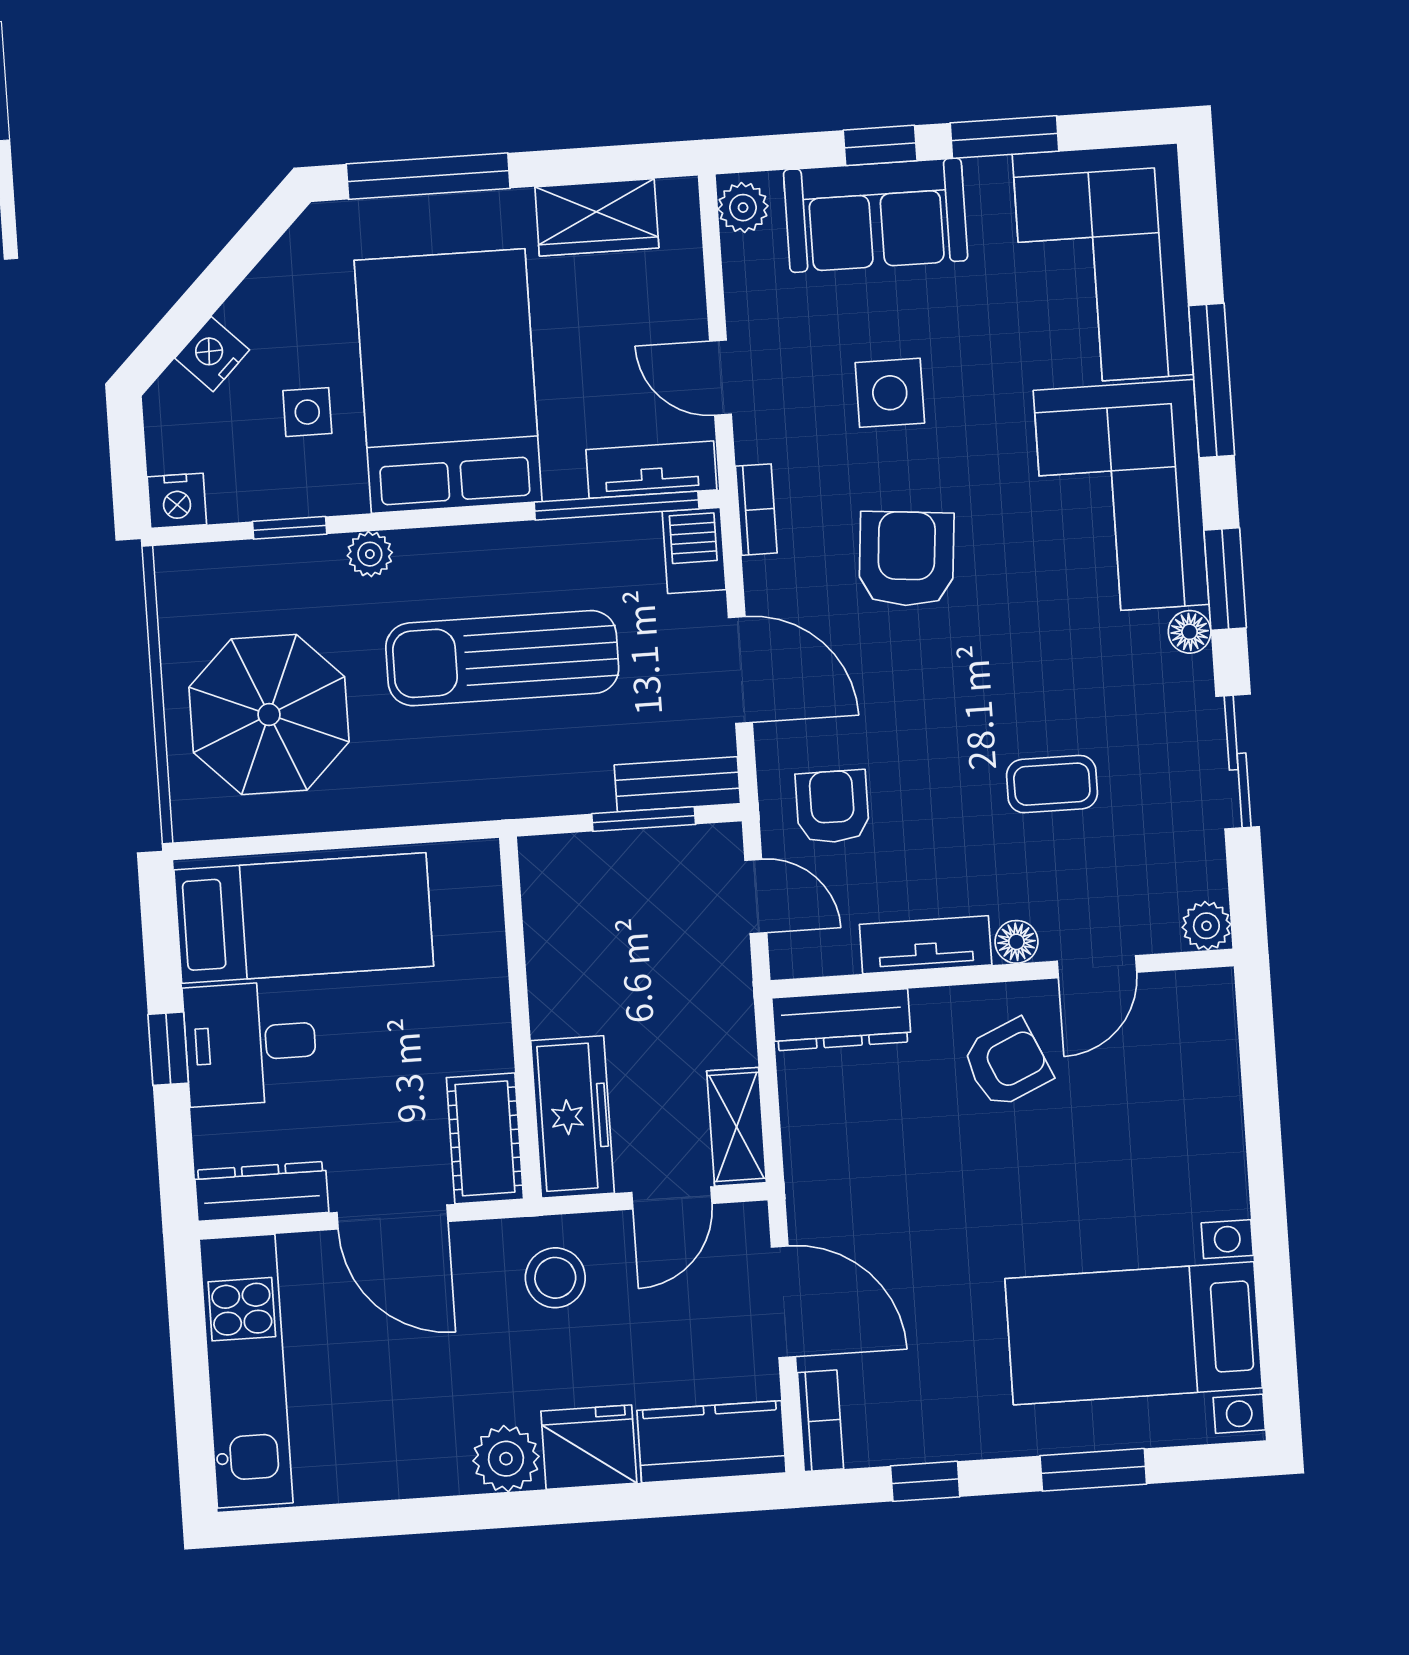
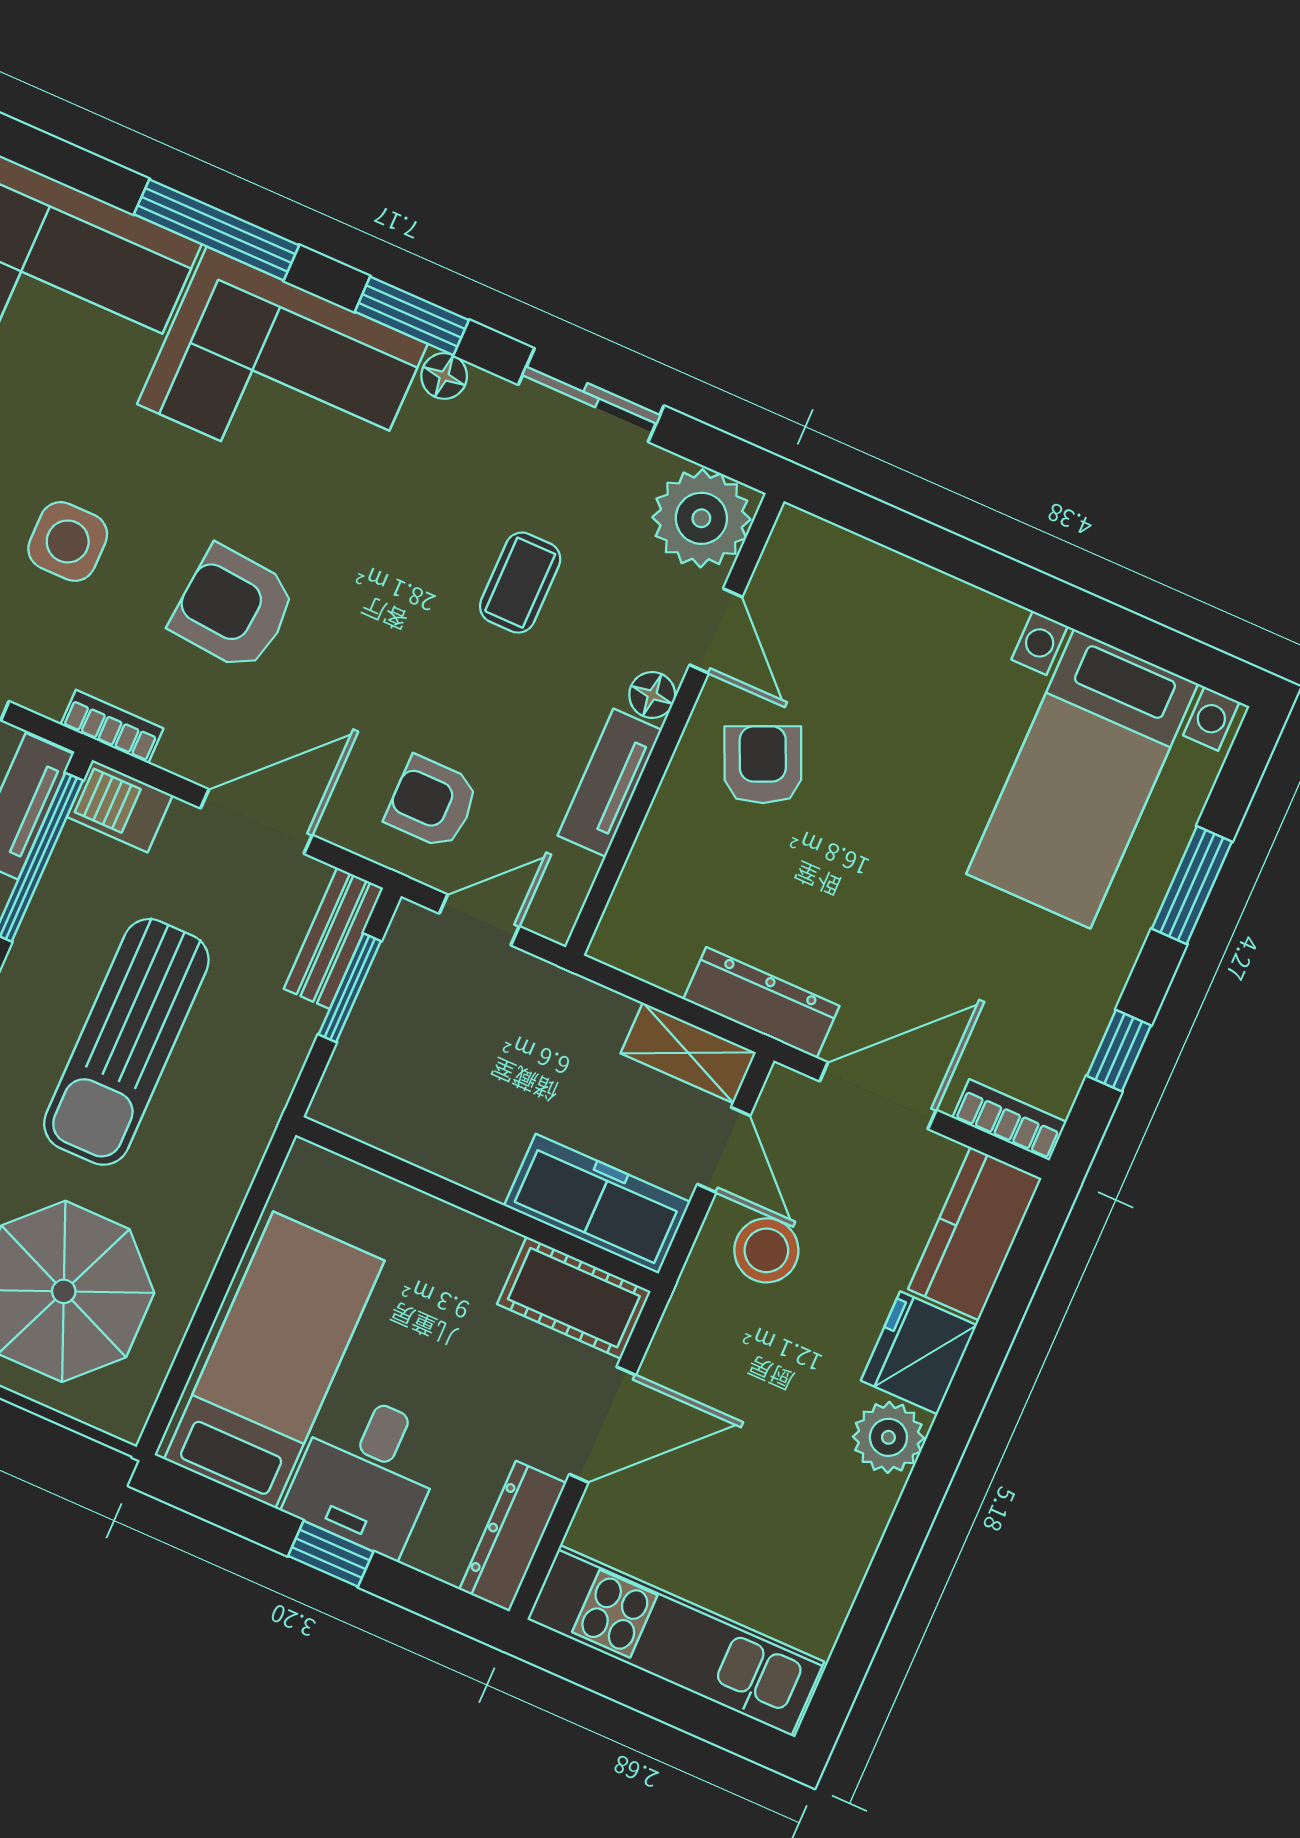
plant: (1206, 926) -> (701, 518), width x1.88, depth x1.88
dresser: (841, 1020) -> (761, 1003), moved, turned -90
stool: (555, 1278) -> (766, 1250), moved

